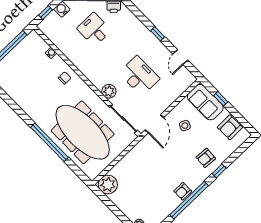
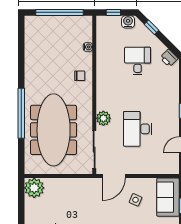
desk: (139, 76) -> (138, 129), turned 180

